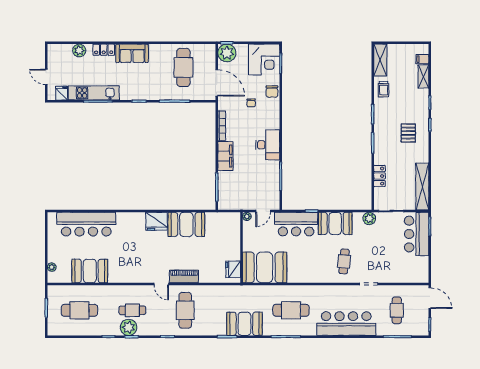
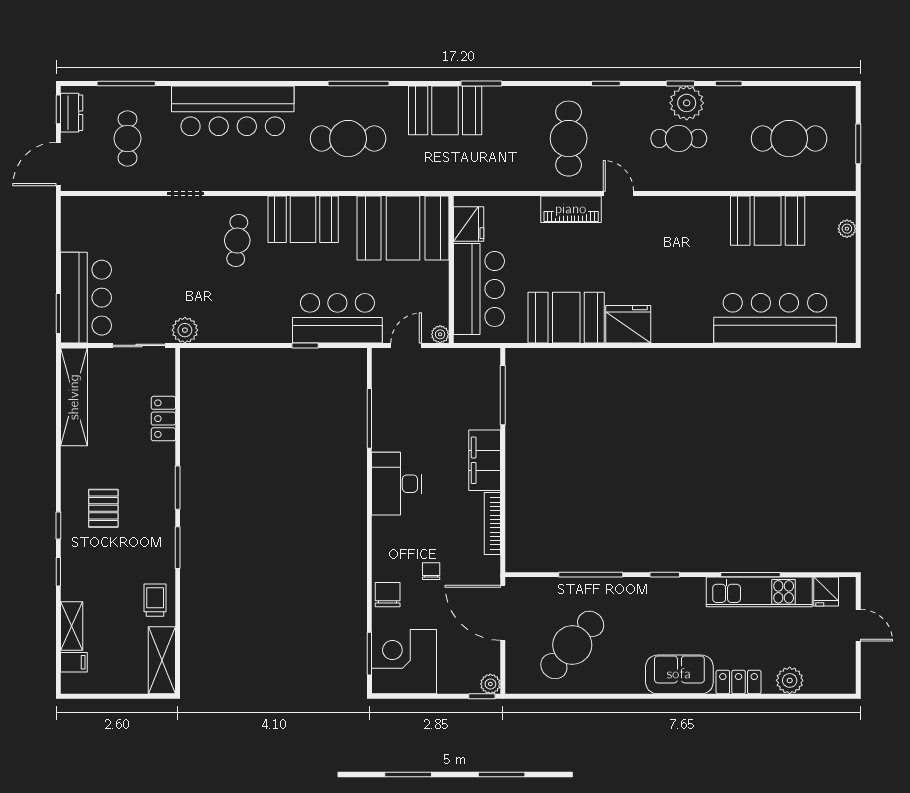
plant: (227, 53) -> (490, 684), width x0.53, depth x0.53
cafe table: (183, 67) -> (572, 645), turned 41
booth: (335, 223) -> (303, 219), moved
bar counter: (228, 238) -> (479, 289), added
door: (430, 298) -> (58, 164), hinge flipped
dresser: (423, 323) -> (72, 113), added

